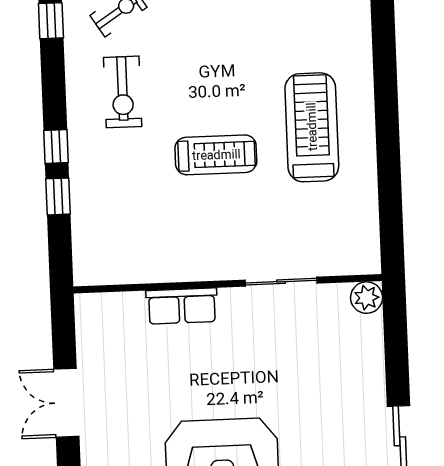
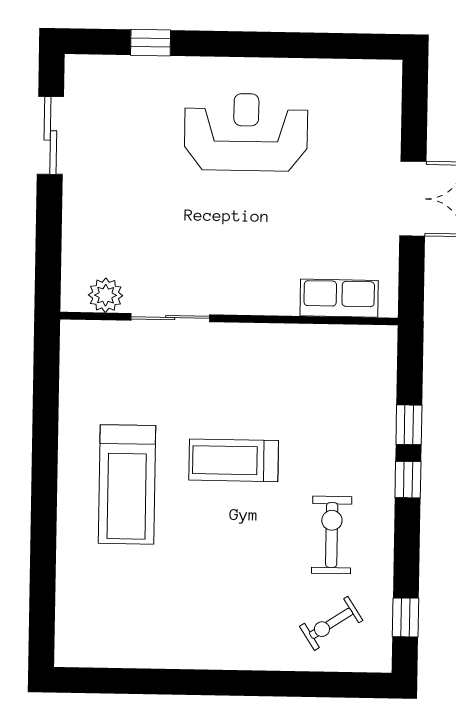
plant: (367, 298) -> (106, 295), moved
row of seats: (182, 306) -> (339, 298), moved

